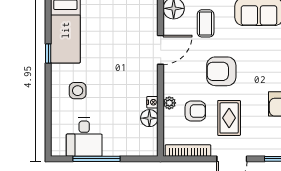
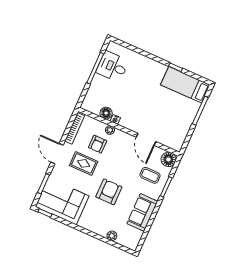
armchair: (221, 71) -> (109, 192), moved
side table: (78, 91) -> (144, 75), removed

